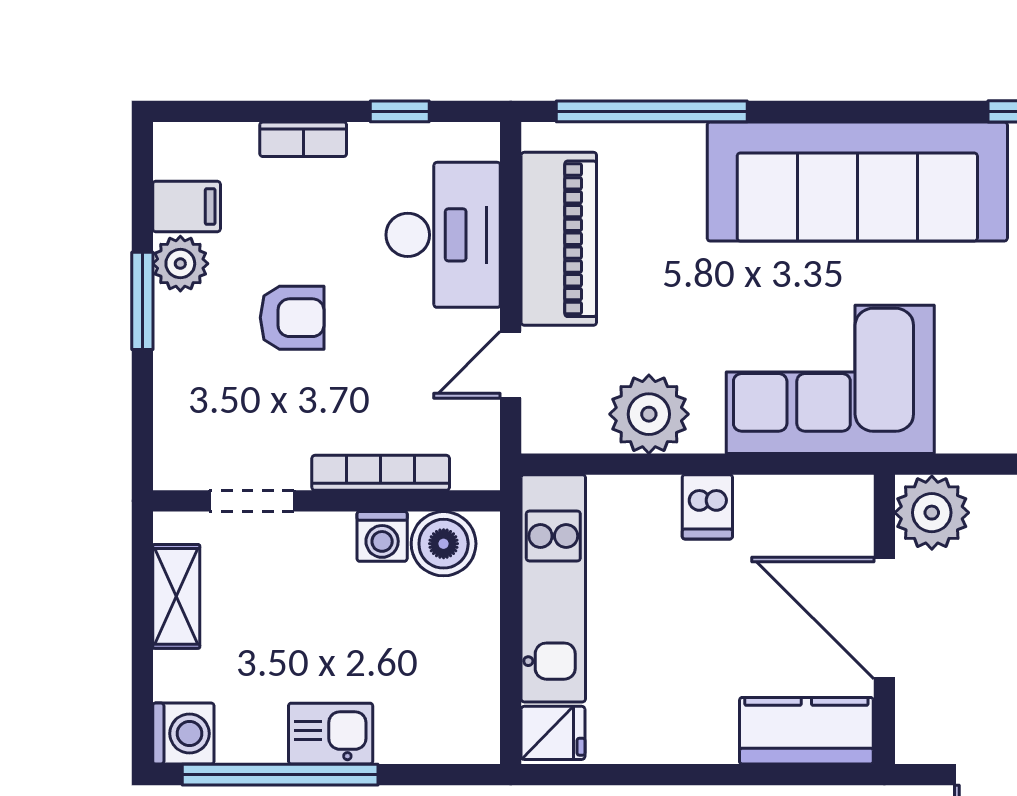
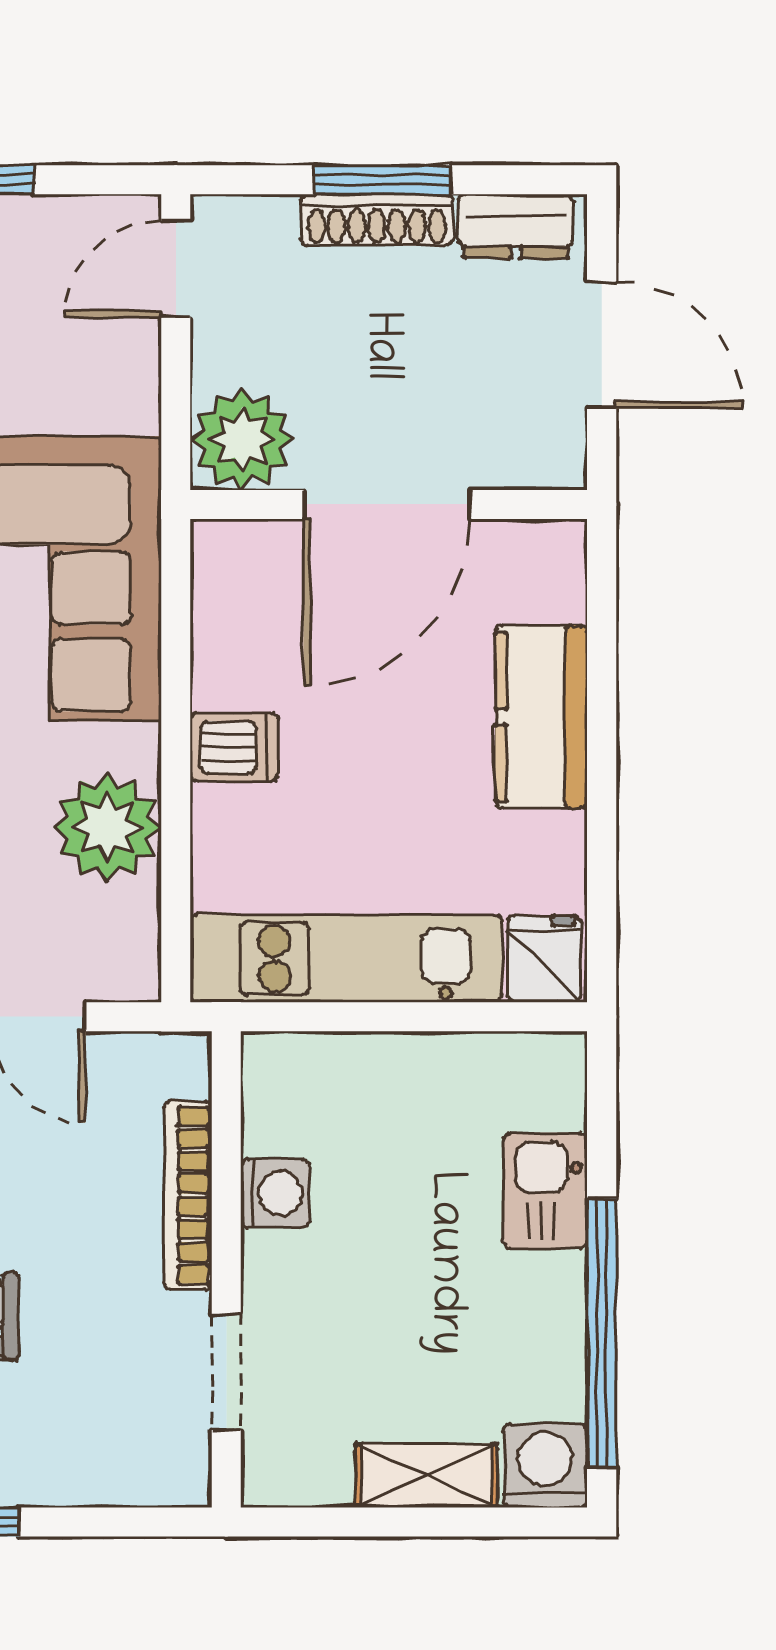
boiler: (444, 544) -> (285, 1109), removed
shelving: (176, 596) -> (426, 1475), moved
kitchen counter: (806, 731) -> (541, 717), moved
kitchen sink: (331, 734) -> (545, 1190), moved

